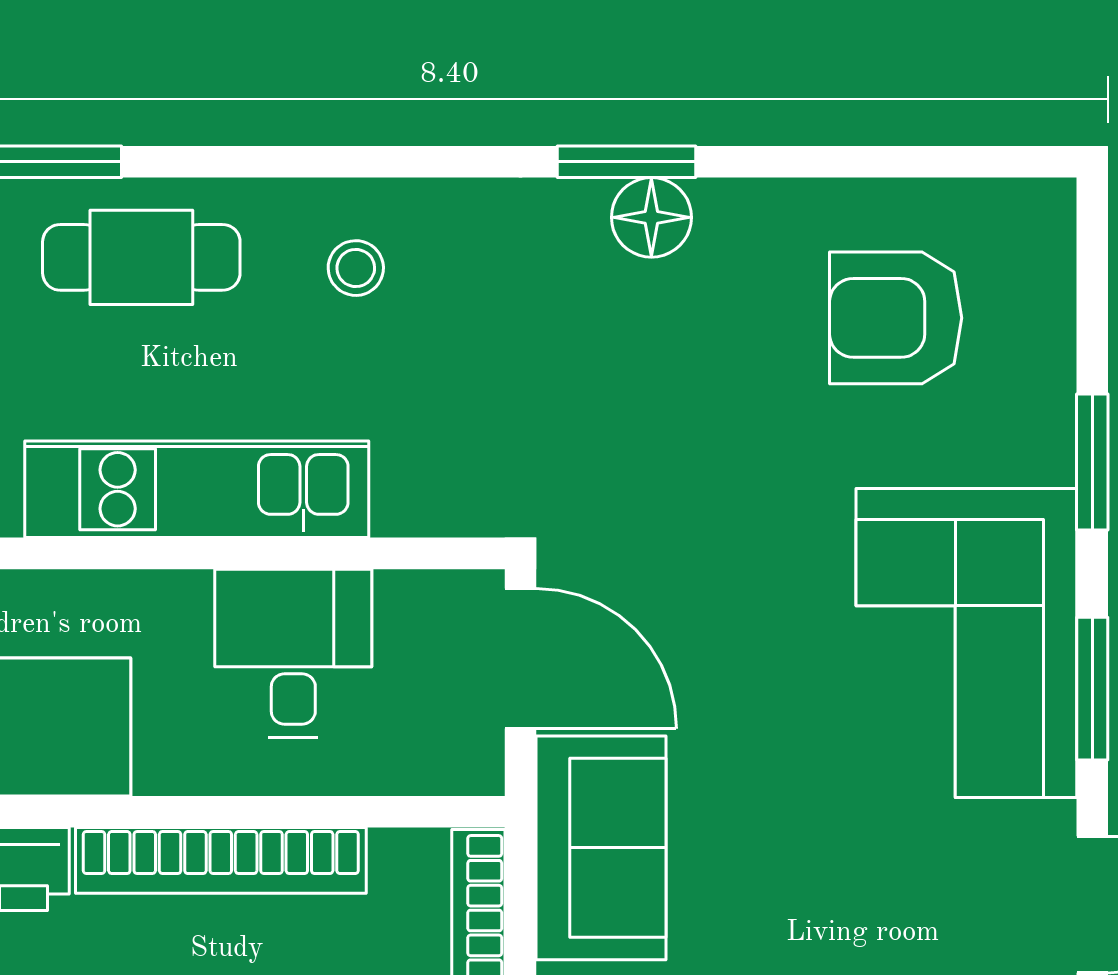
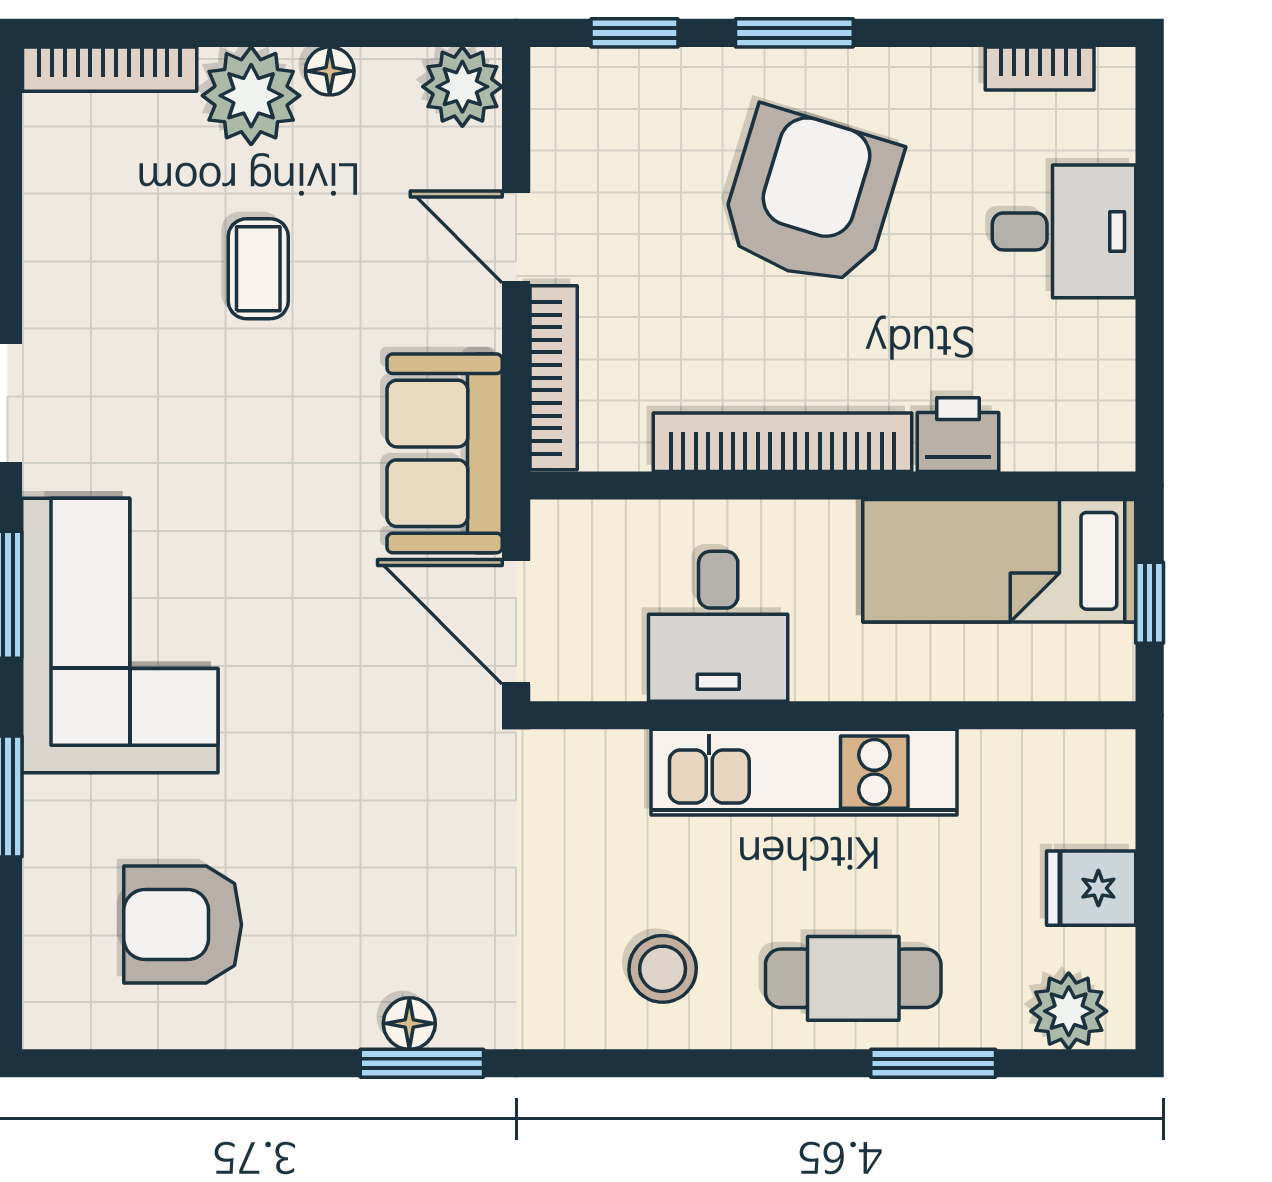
floor lamp: (651, 217) -> (409, 1023), width x0.73, depth x0.73
stool: (356, 268) -> (663, 969), width x1.37, depth x1.37
armchair: (896, 318) -> (183, 925), turned 180

